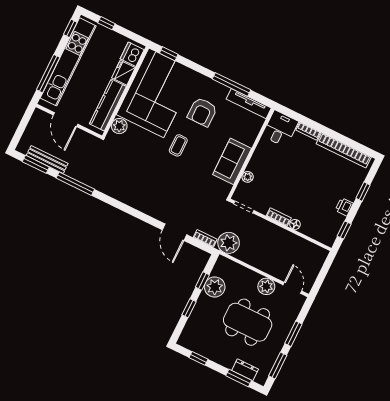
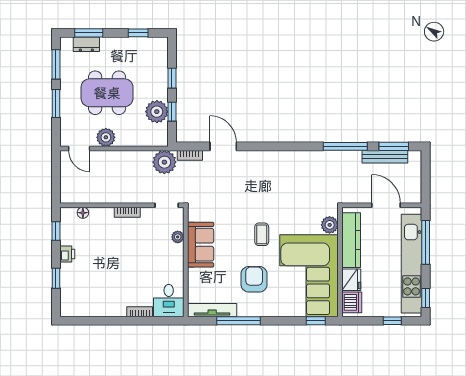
bookcase: (344, 150) -> (95, 310), removed
floor lamp: (295, 224) -> (83, 213), moved

